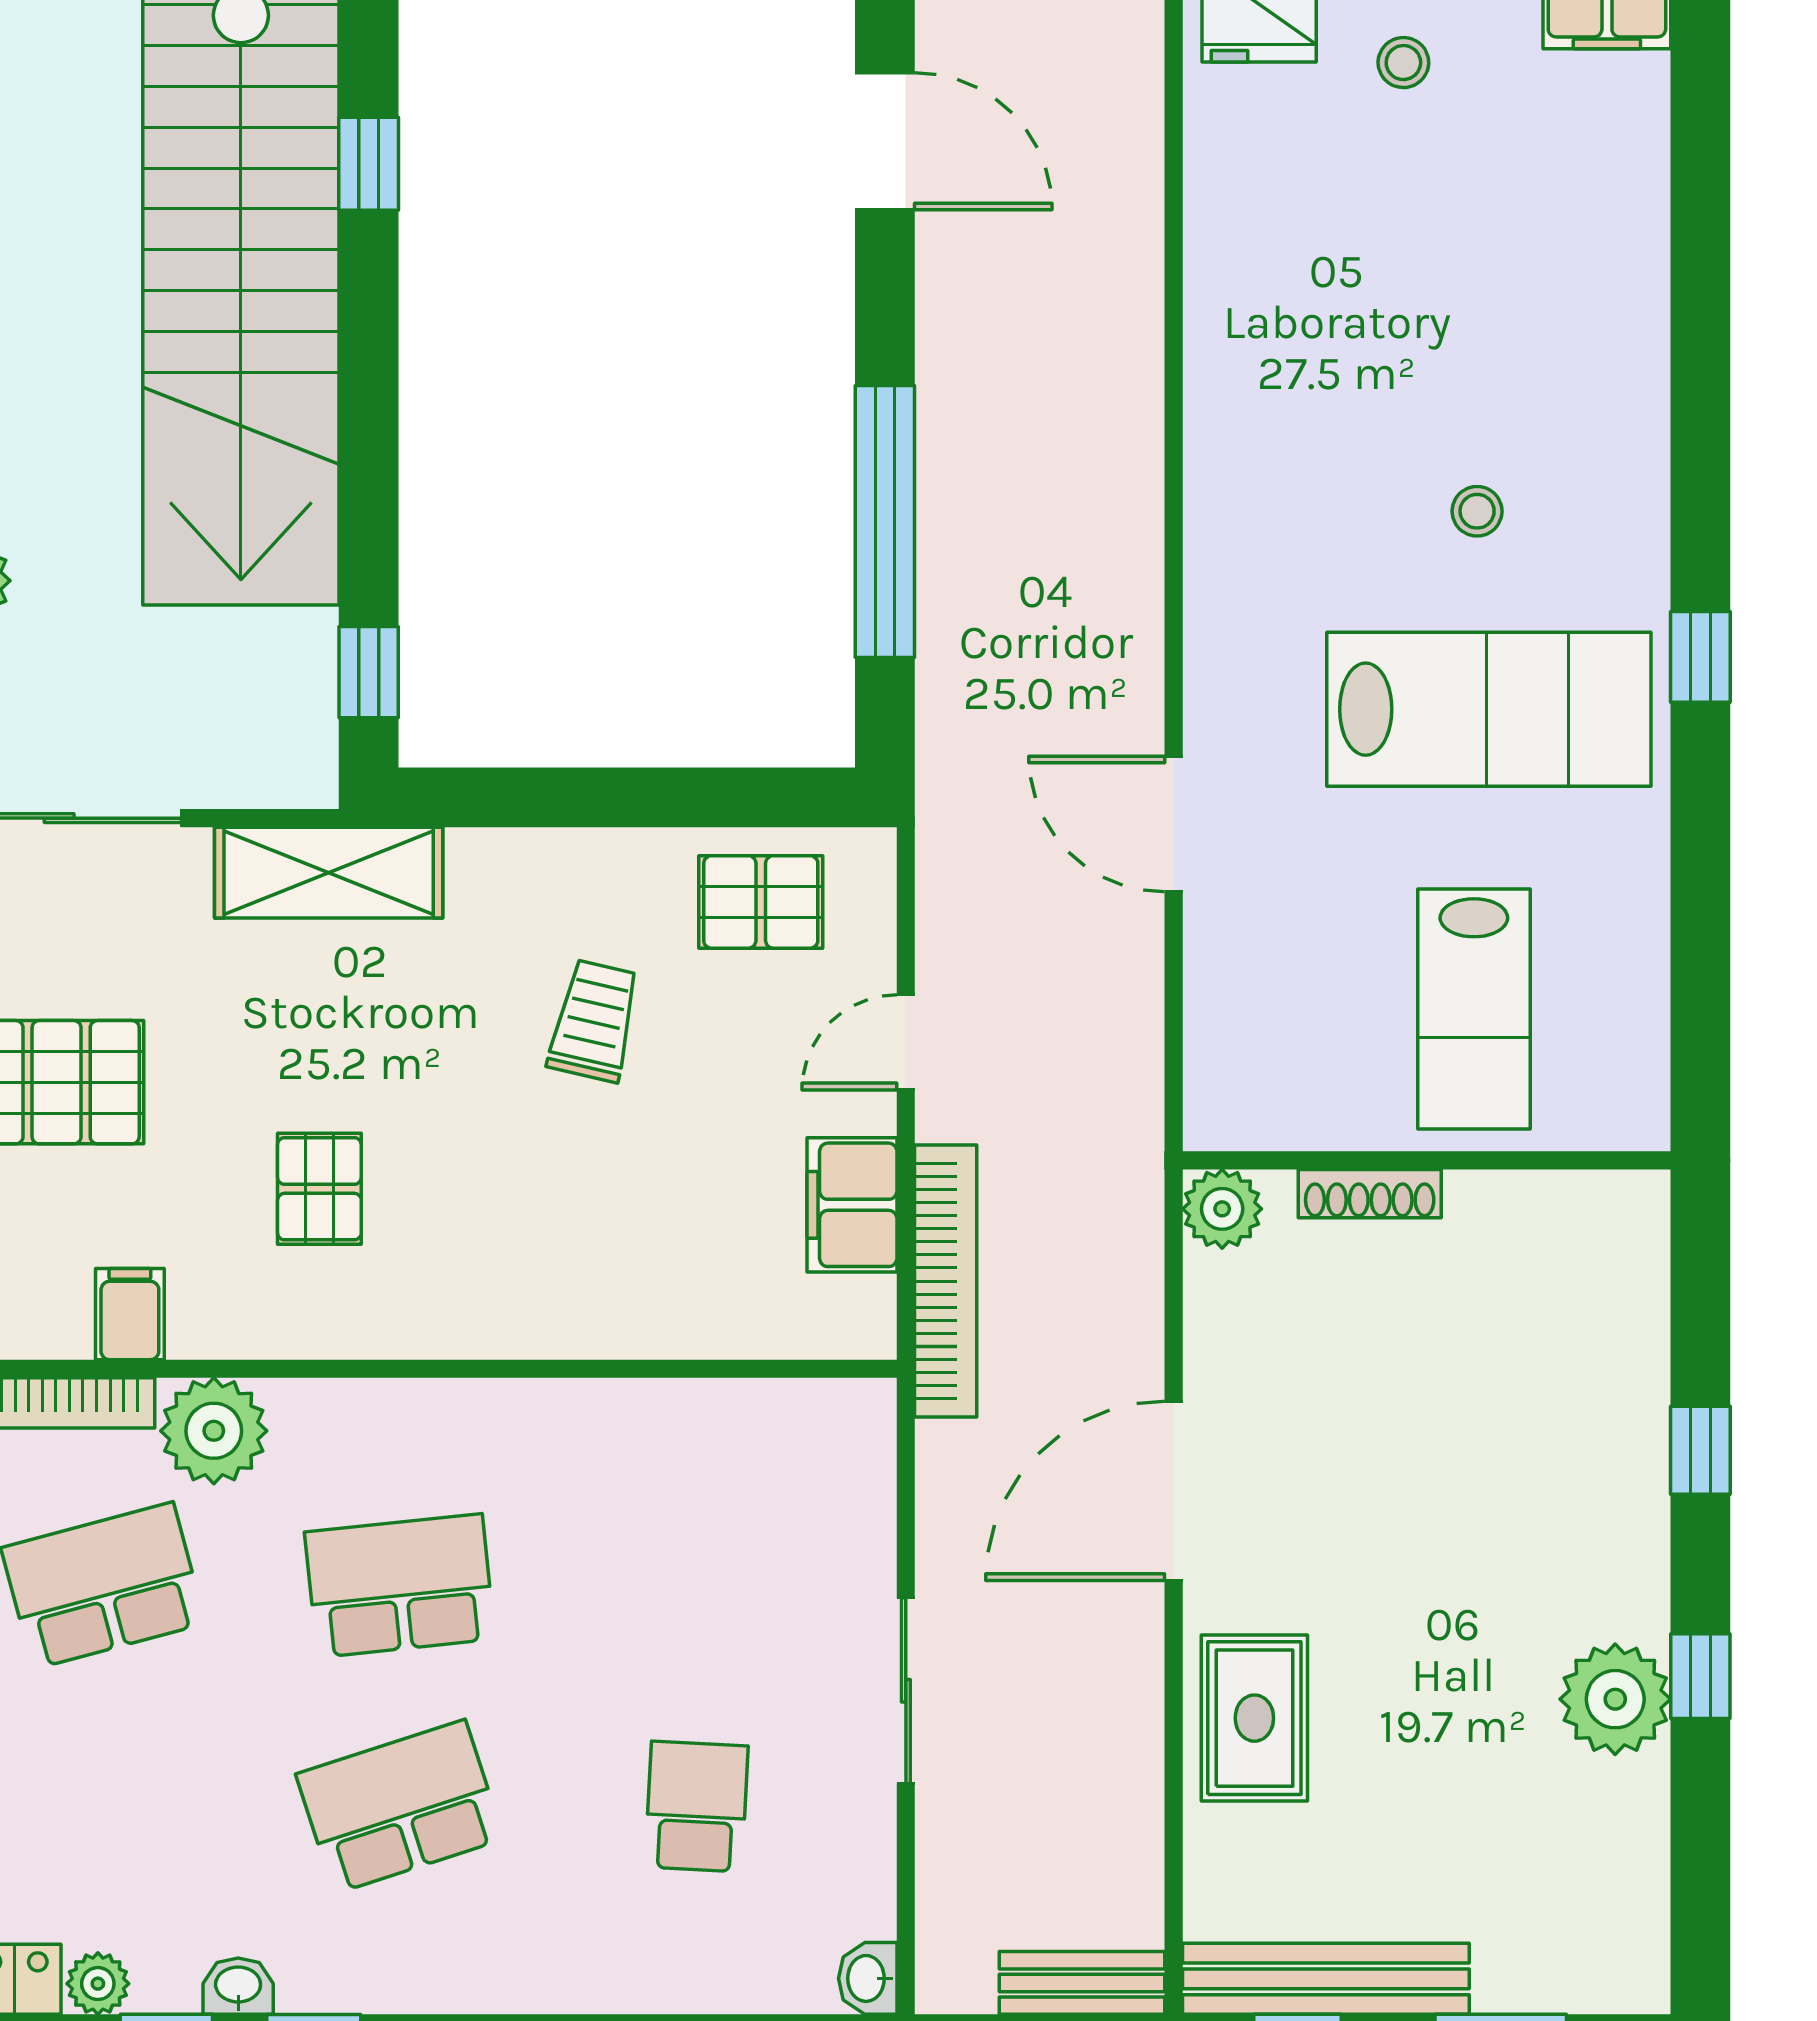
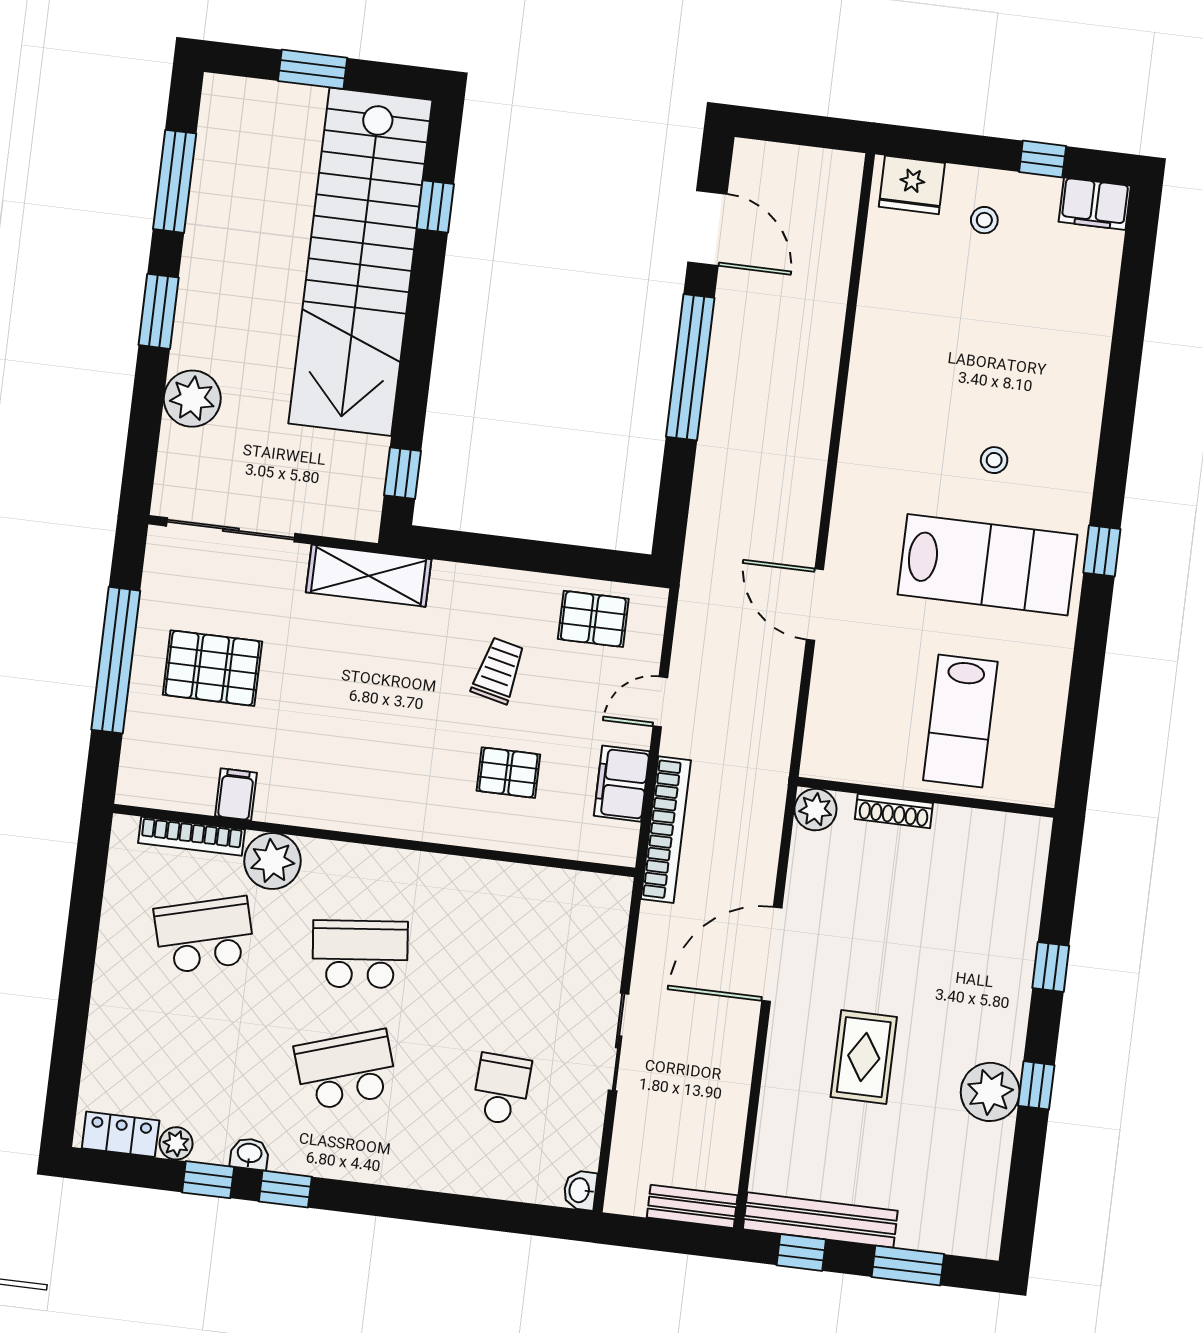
window: (885, 521) -> (690, 367), moved
pallet: (319, 1189) -> (508, 773), moved, turned 90
rug: (1254, 1718) -> (864, 1057), moved

